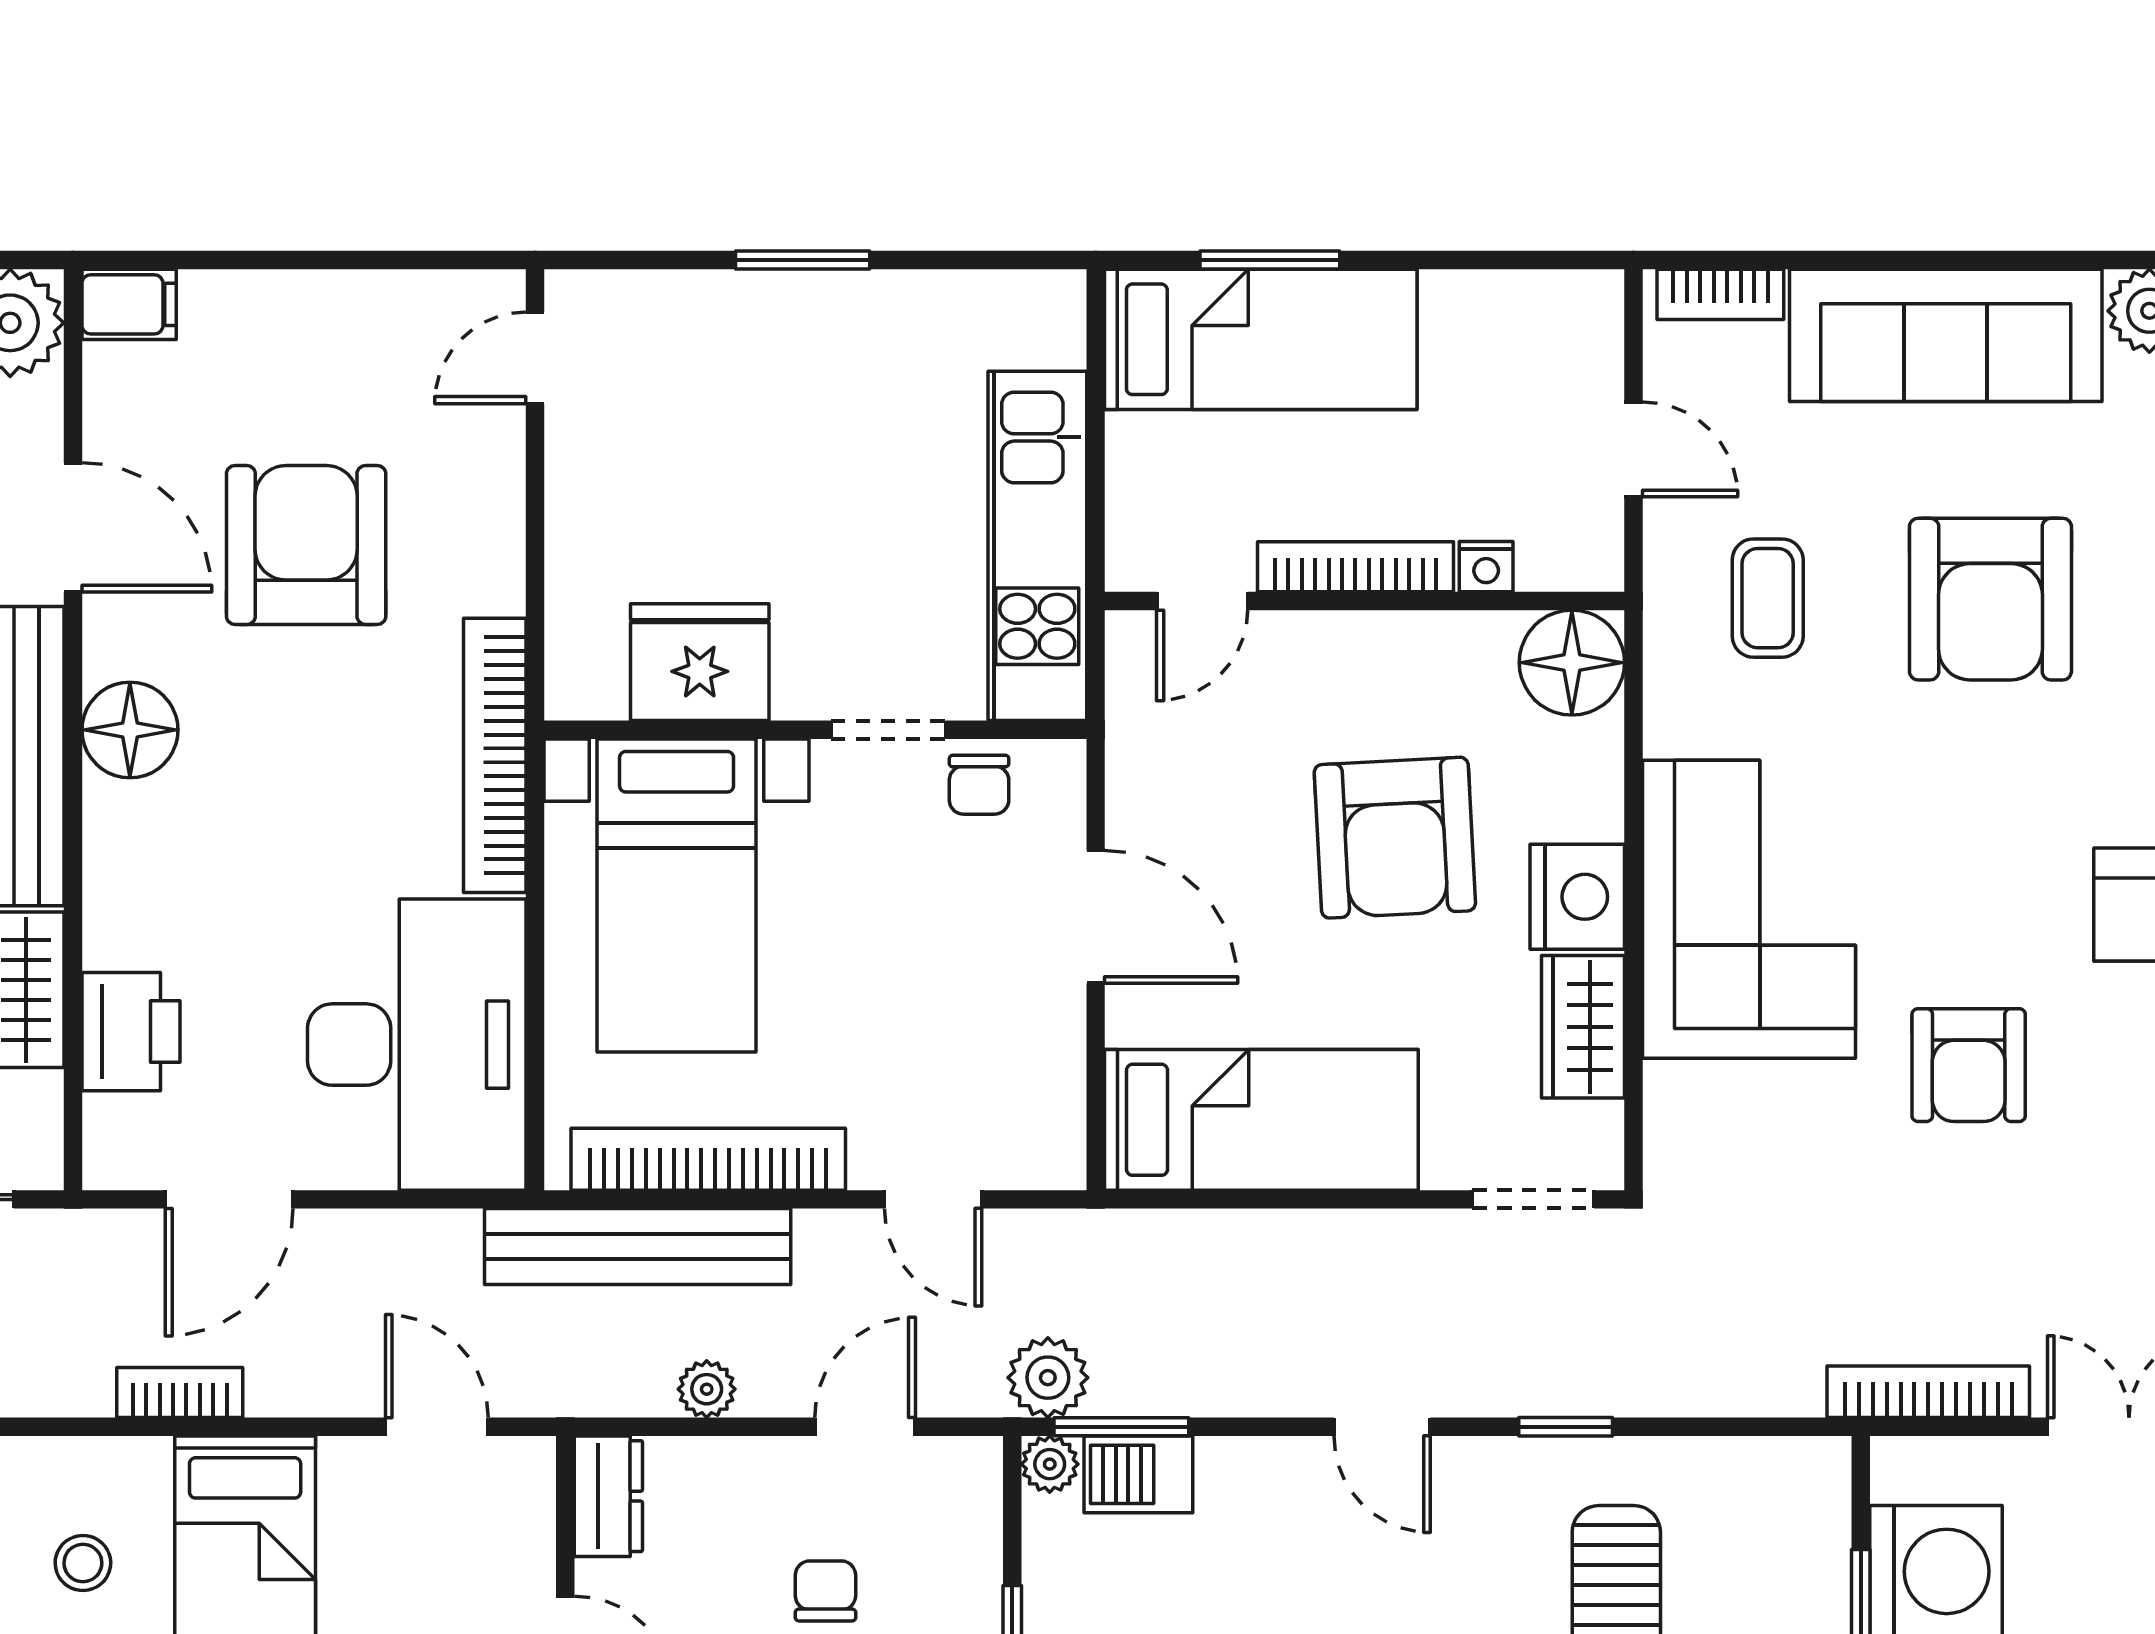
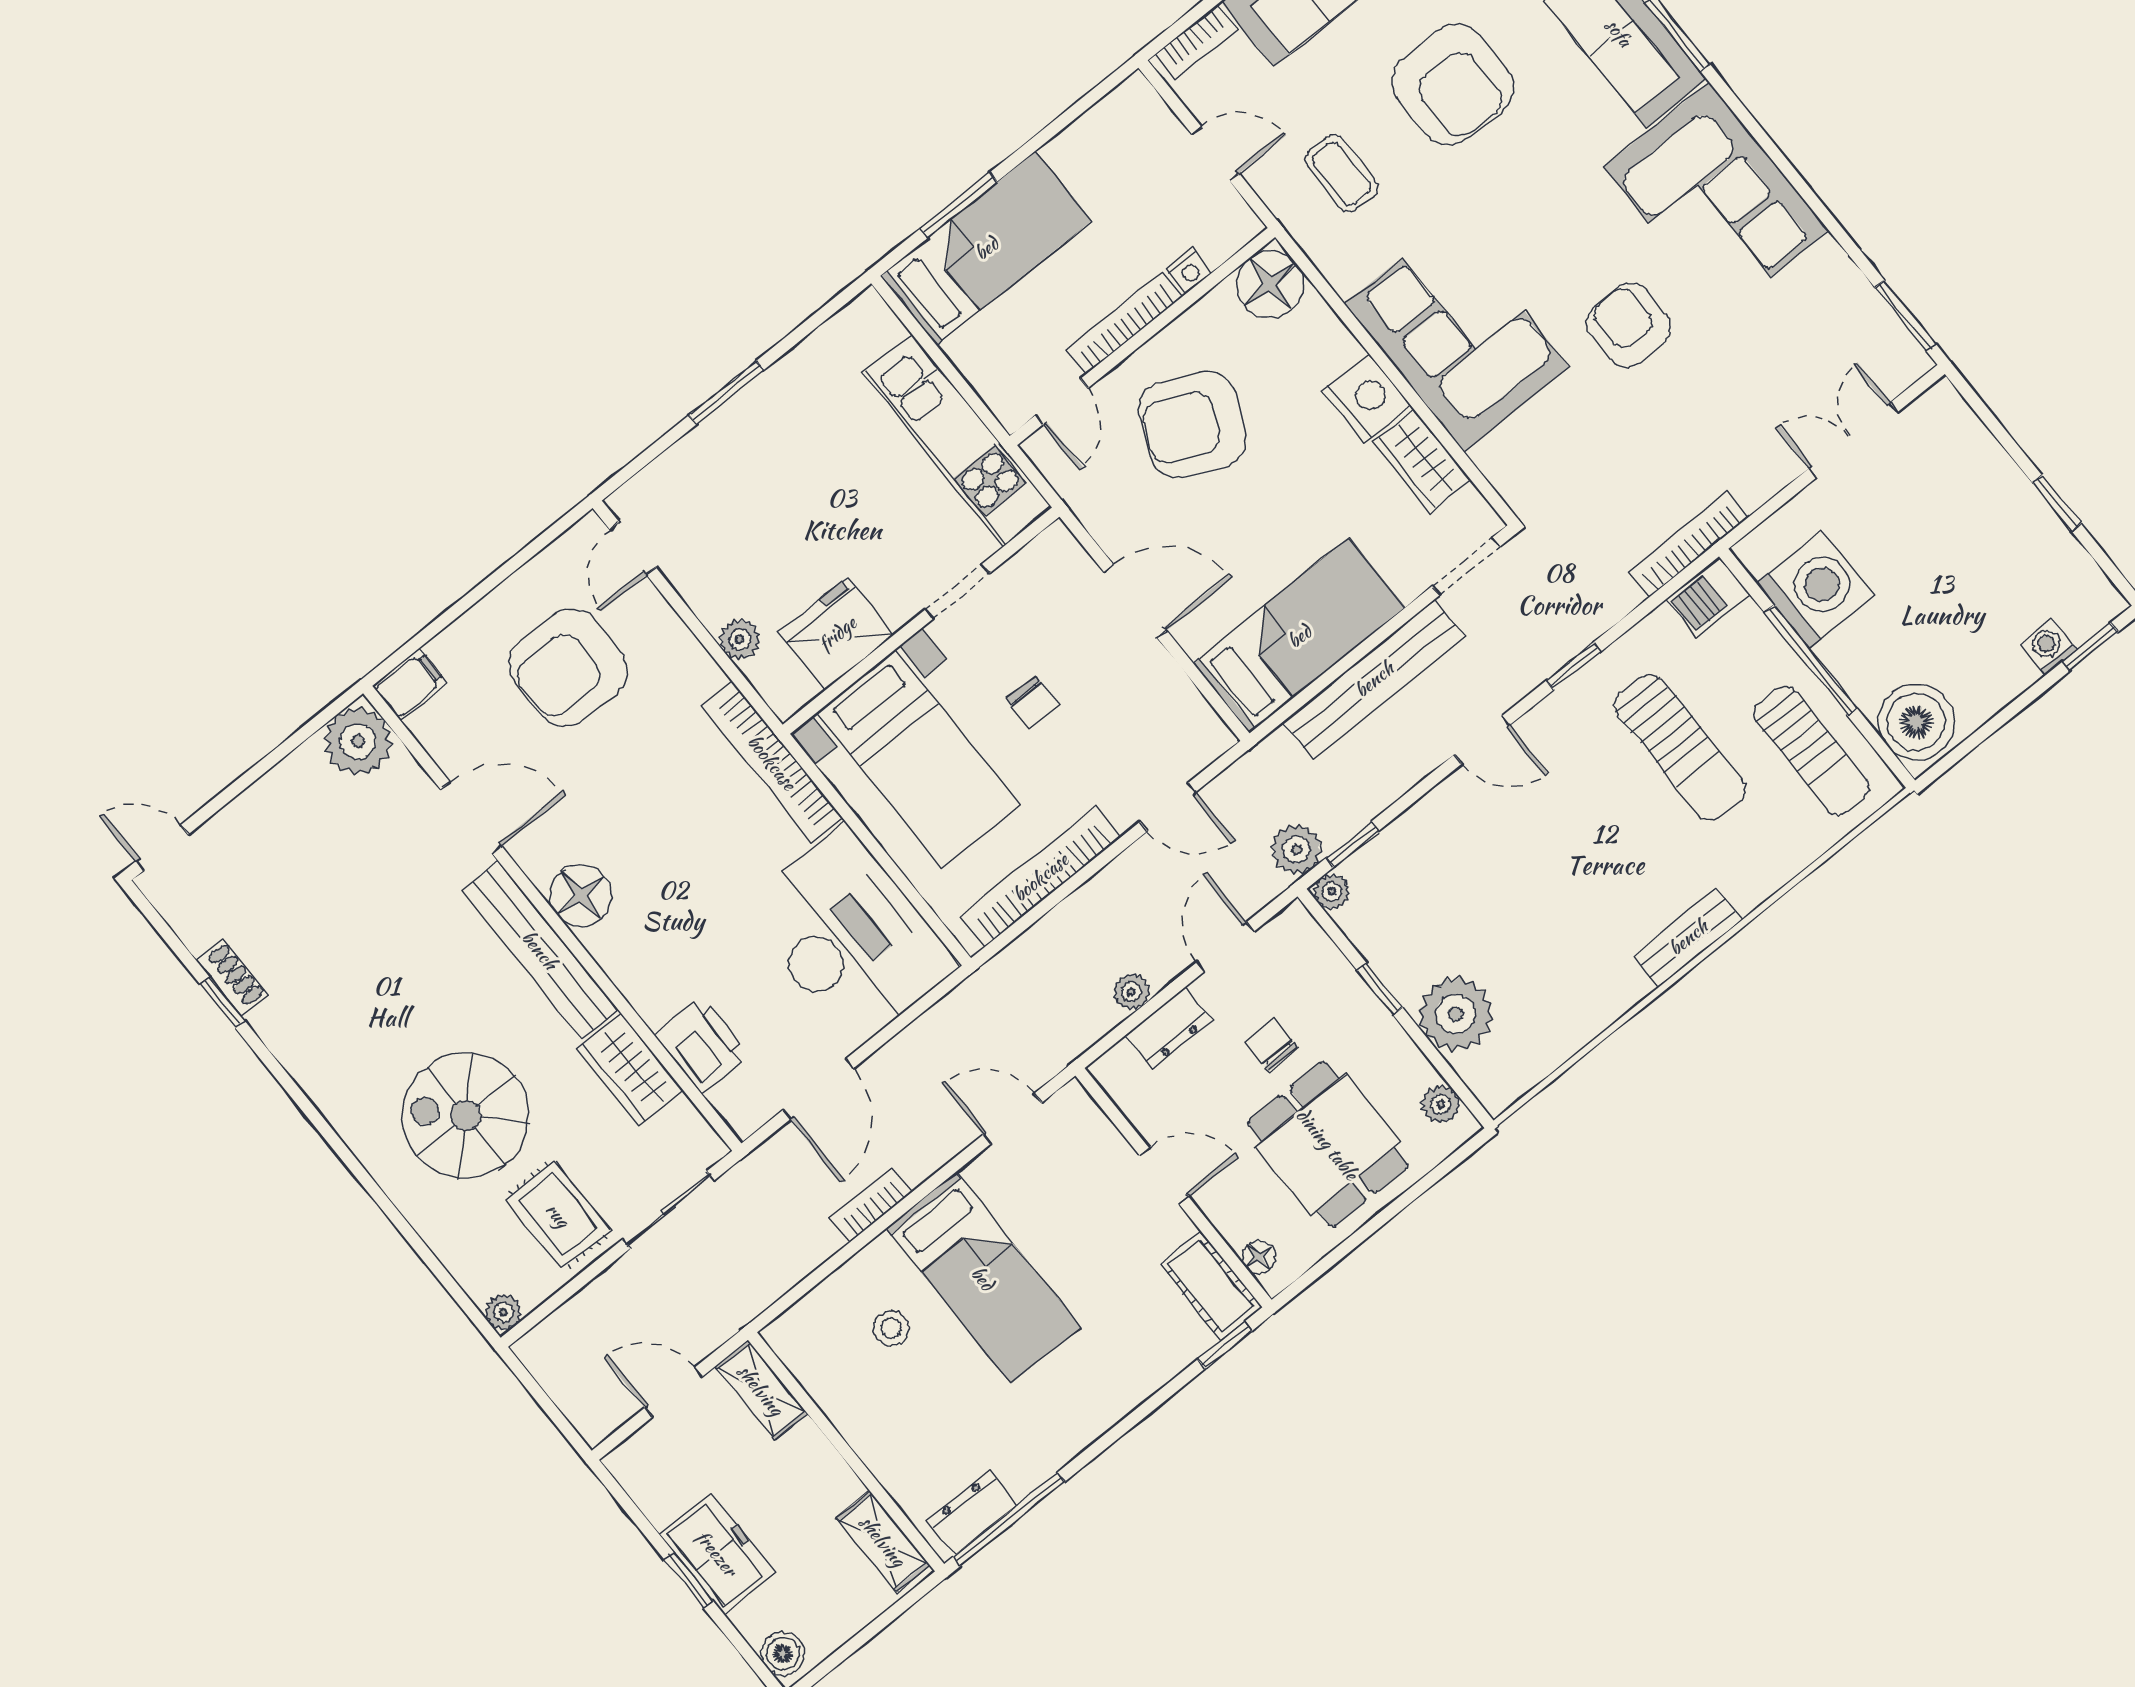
armchair: (306, 545) -> (568, 668), moved, turned -90
plant: (576, 574) -> (740, 639), added
chair: (979, 785) -> (1033, 702), moved
armchair: (1395, 838) -> (1193, 425), moved, turned 117
armchair: (1969, 1065) -> (1629, 325), turned 180
bench: (638, 1247) -> (1374, 679), moved
bookcase: (1928, 1392) -> (1689, 544), moved
window: (1121, 1427) -> (1353, 844), width x0.67
barbecue: (1138, 1474) -> (1708, 597), moved
dresser: (608, 1496) -> (1169, 1028), moved, turned 90

